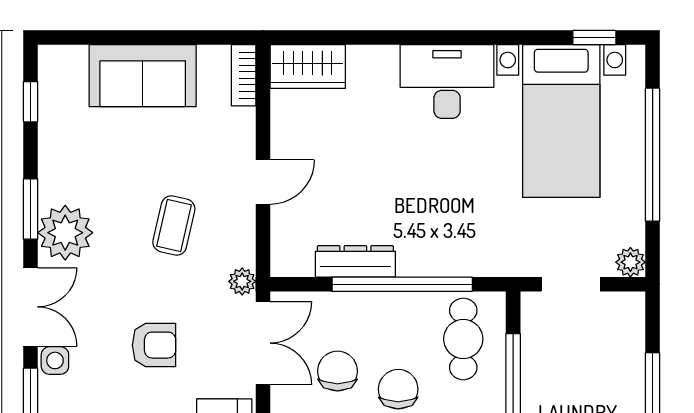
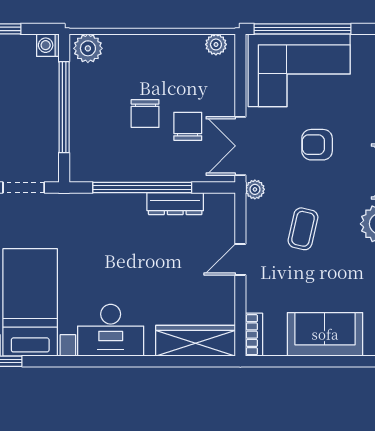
wardrobe: (308, 67) -> (195, 341), width x1.50
cafe table: (463, 339) -> (99, 149), removed
chair: (338, 371) -> (188, 126), turned 180

